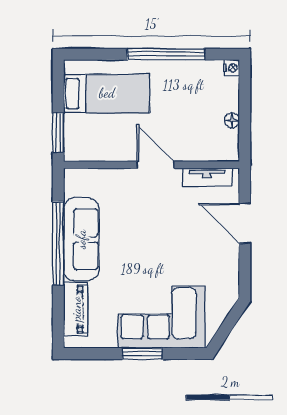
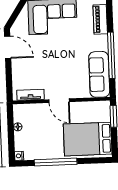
bed: (107, 93) -> (88, 139), width x1.50
door: (245, 223) -> (8, 47), moved
sofa: (81, 239) -> (99, 74), moved

